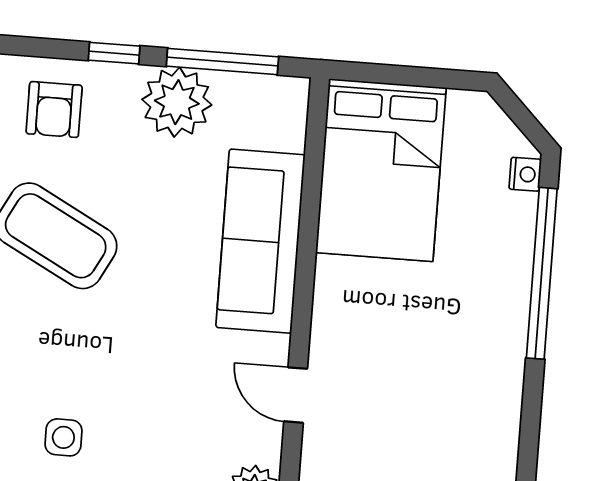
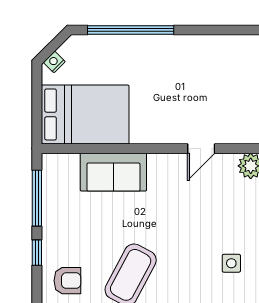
plant: (177, 102) -> (59, 219), removed
nightstand: (525, 174) -> (54, 62), moved, turned -45
sofa: (260, 241) -> (113, 172), width x0.73

